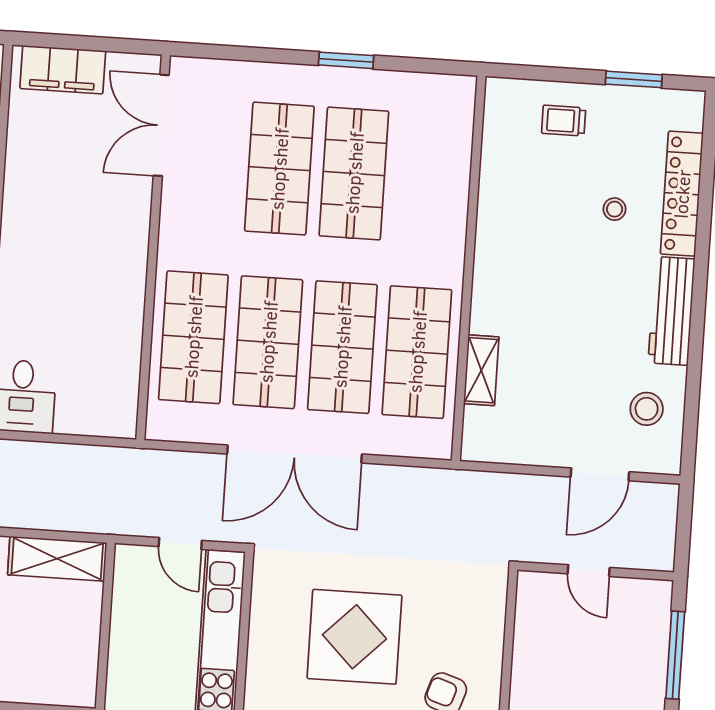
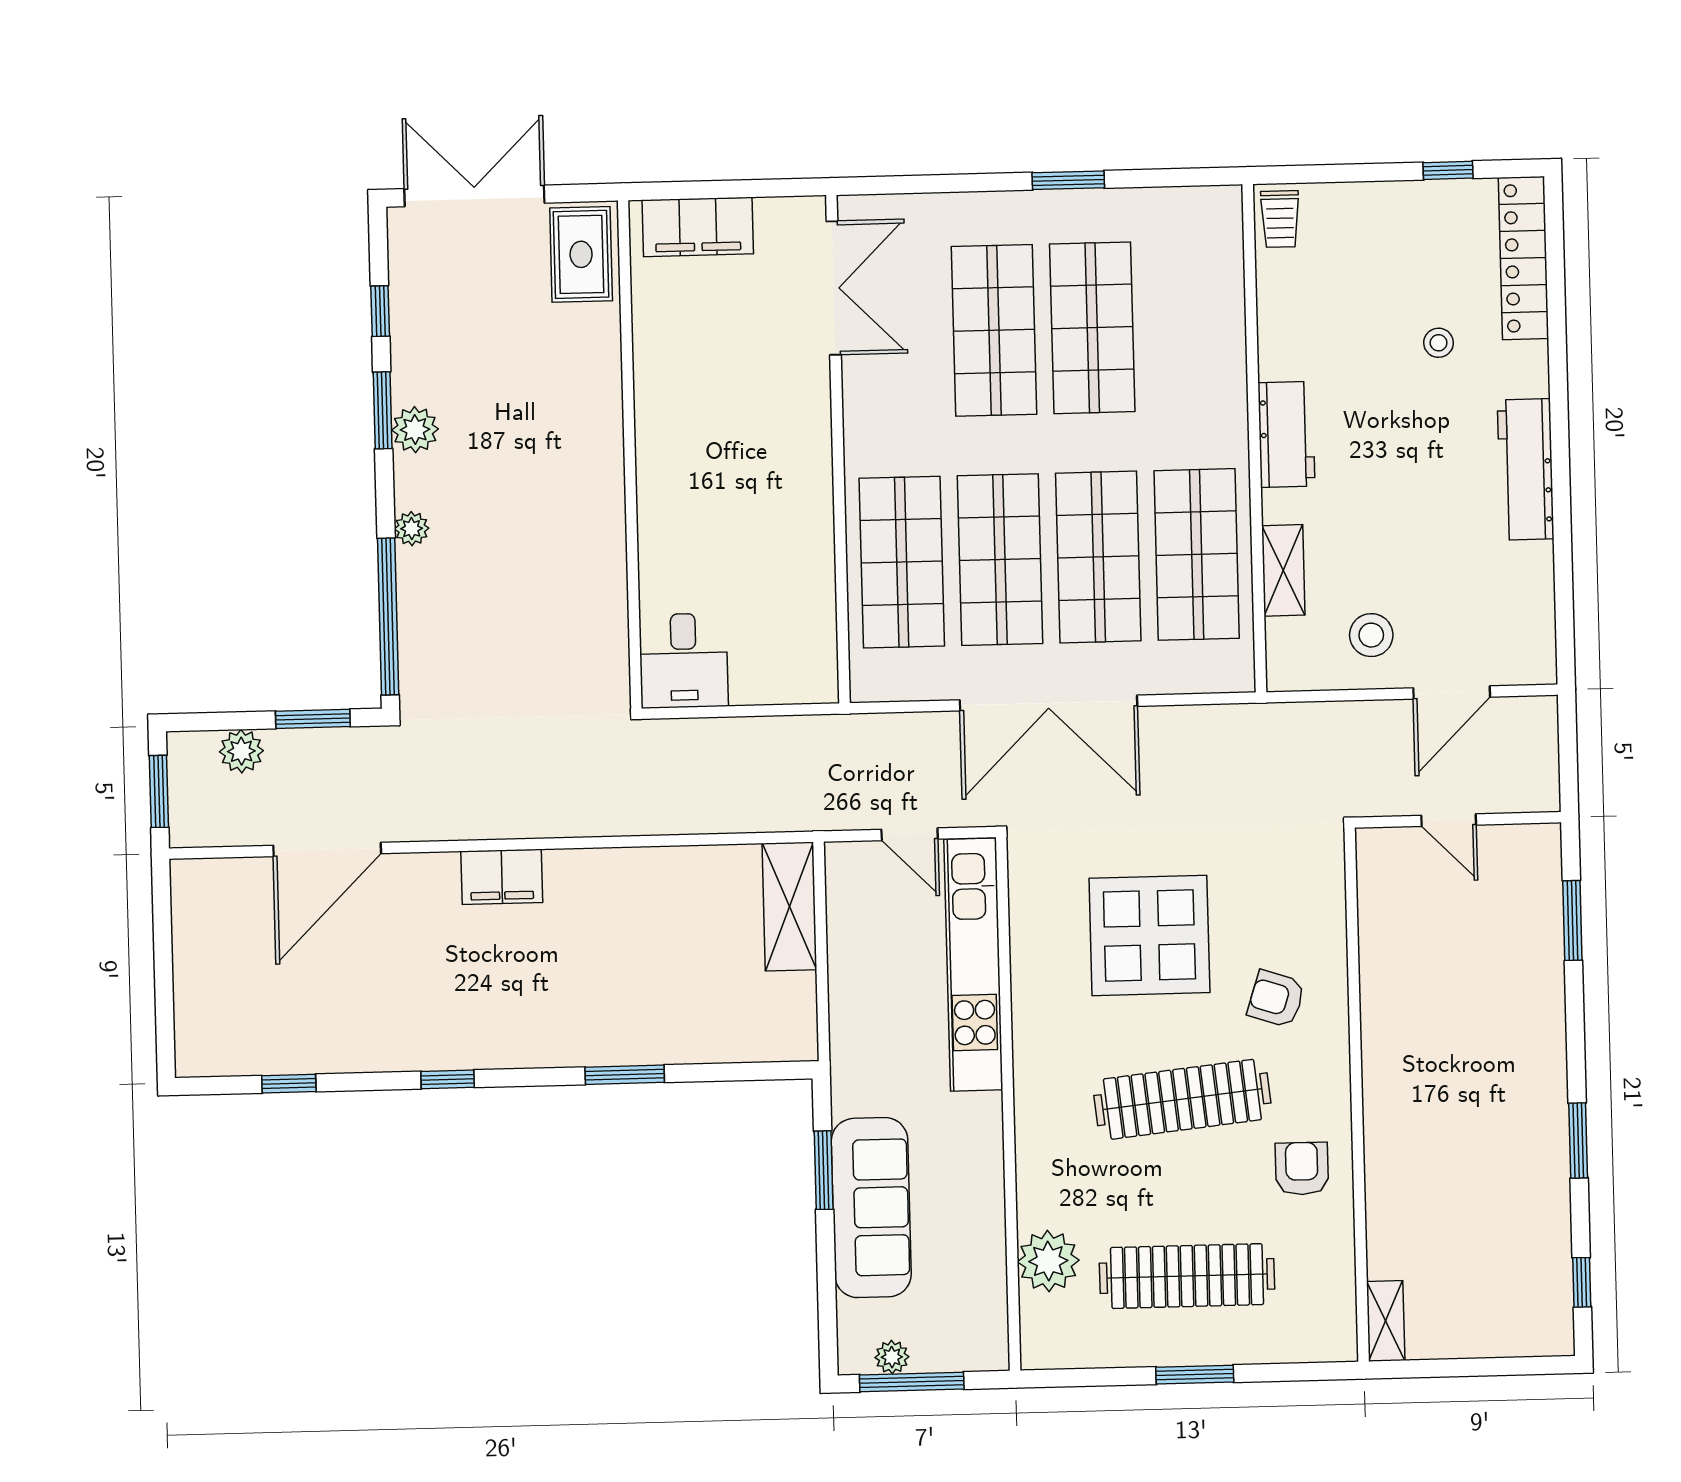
window: (634, 79) -> (1448, 170), width x0.67
trolley: (564, 121) -> (1280, 219), moved, turned -90
double door: (161, 125) -> (834, 288), swing flipped
locker: (682, 194) -> (1524, 258), moved
workbench: (493, 268) -> (1286, 434), added
stool: (647, 409) -> (1371, 635), moved
shelving: (57, 559) -> (789, 907), moved, turned 90
window: (675, 655) -> (1572, 920), width x0.69

